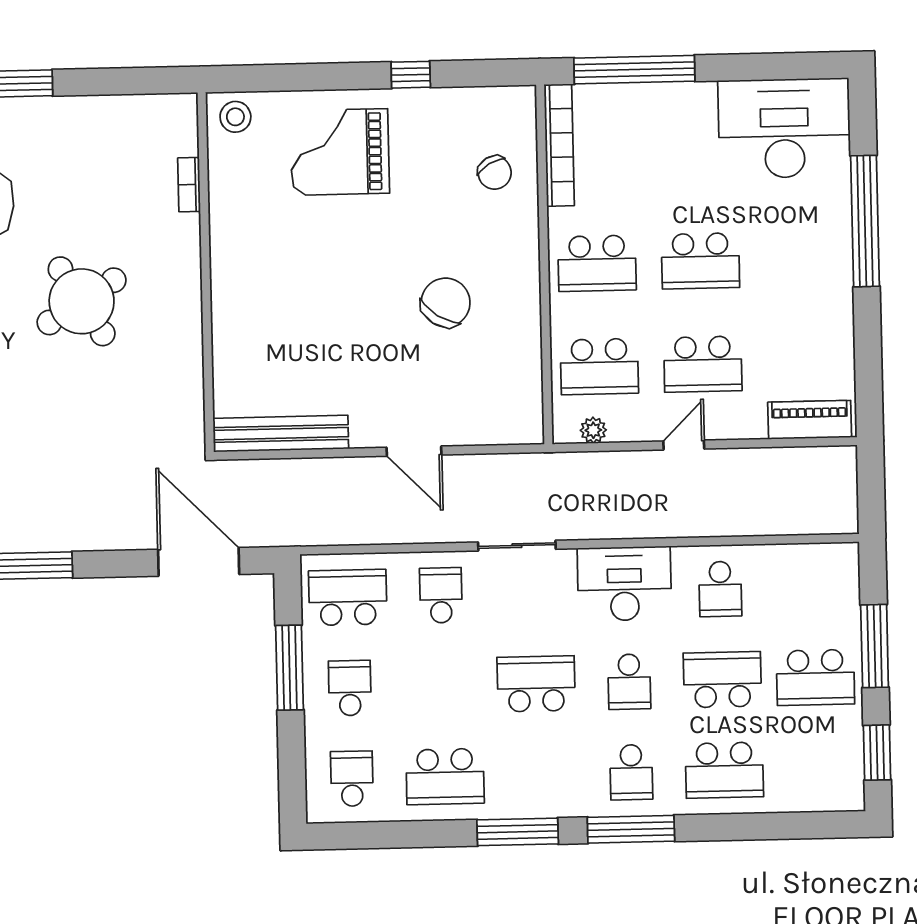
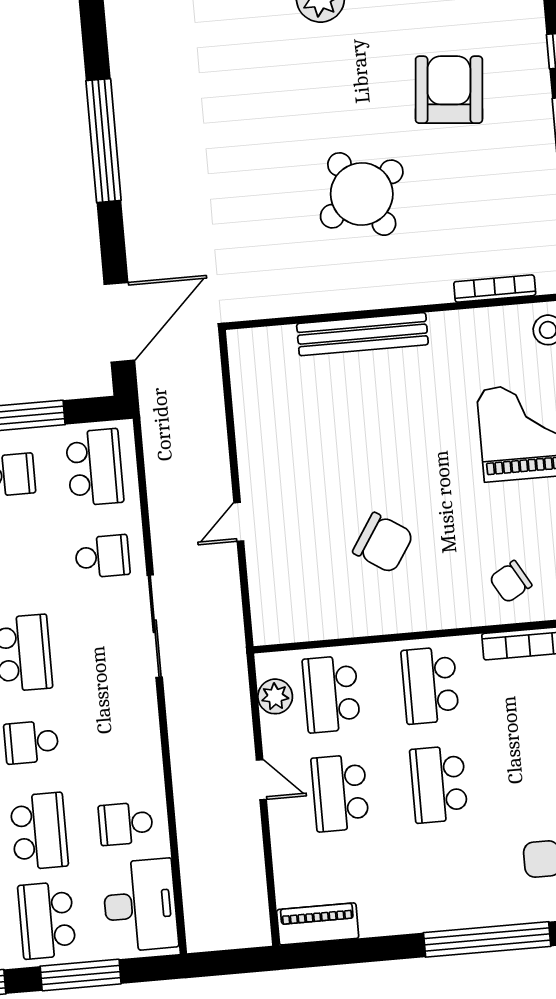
bookcase: (189, 185) -> (495, 289), width x1.56
piano: (810, 420) -> (318, 924), moved, turned -90
plant: (593, 430) -> (275, 696), width x1.38, depth x1.38
bench: (281, 434) -> (362, 334), moved, turned 90
door: (414, 451) -> (239, 522), width x0.73
sliding door: (517, 546) -> (155, 626), width x1.37
desk: (624, 584) -> (140, 905), moved

